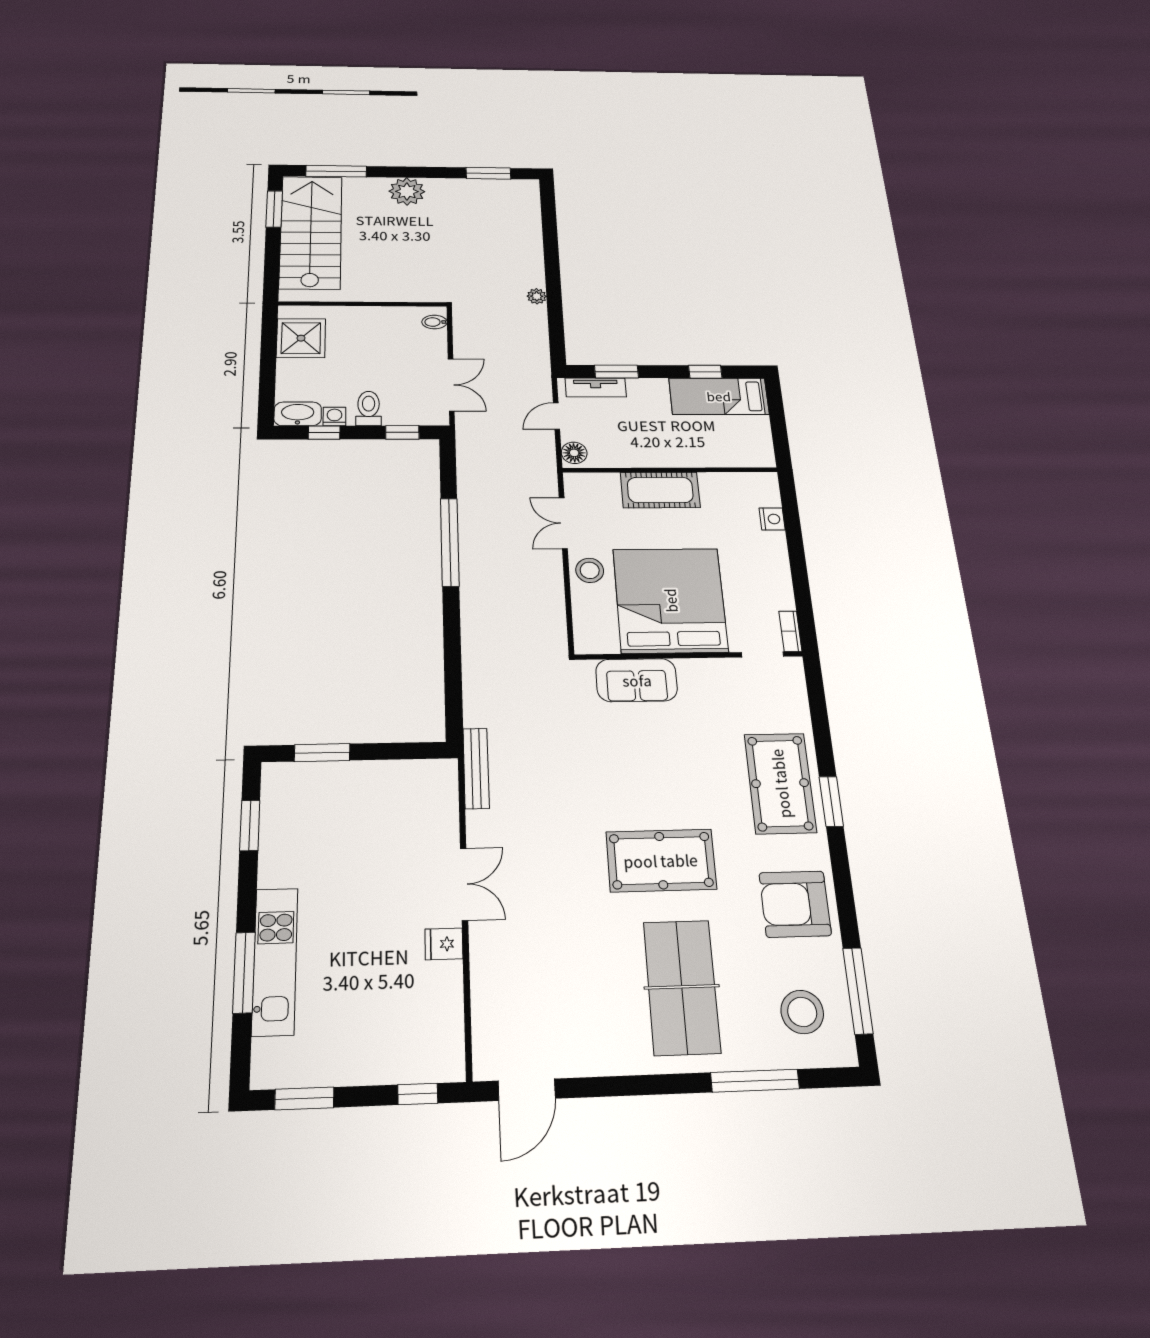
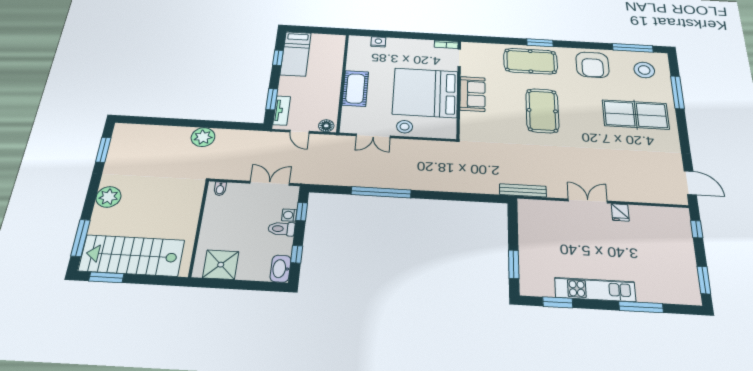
plant: (537, 296) -> (203, 137), width x1.87, depth x1.87
washing machine: (334, 416) -> (289, 215), moved
sofa: (637, 680) -> (473, 94), moved
pool table: (661, 860) -> (542, 111), moved
kitchen unit: (275, 961) -> (595, 290), moved

